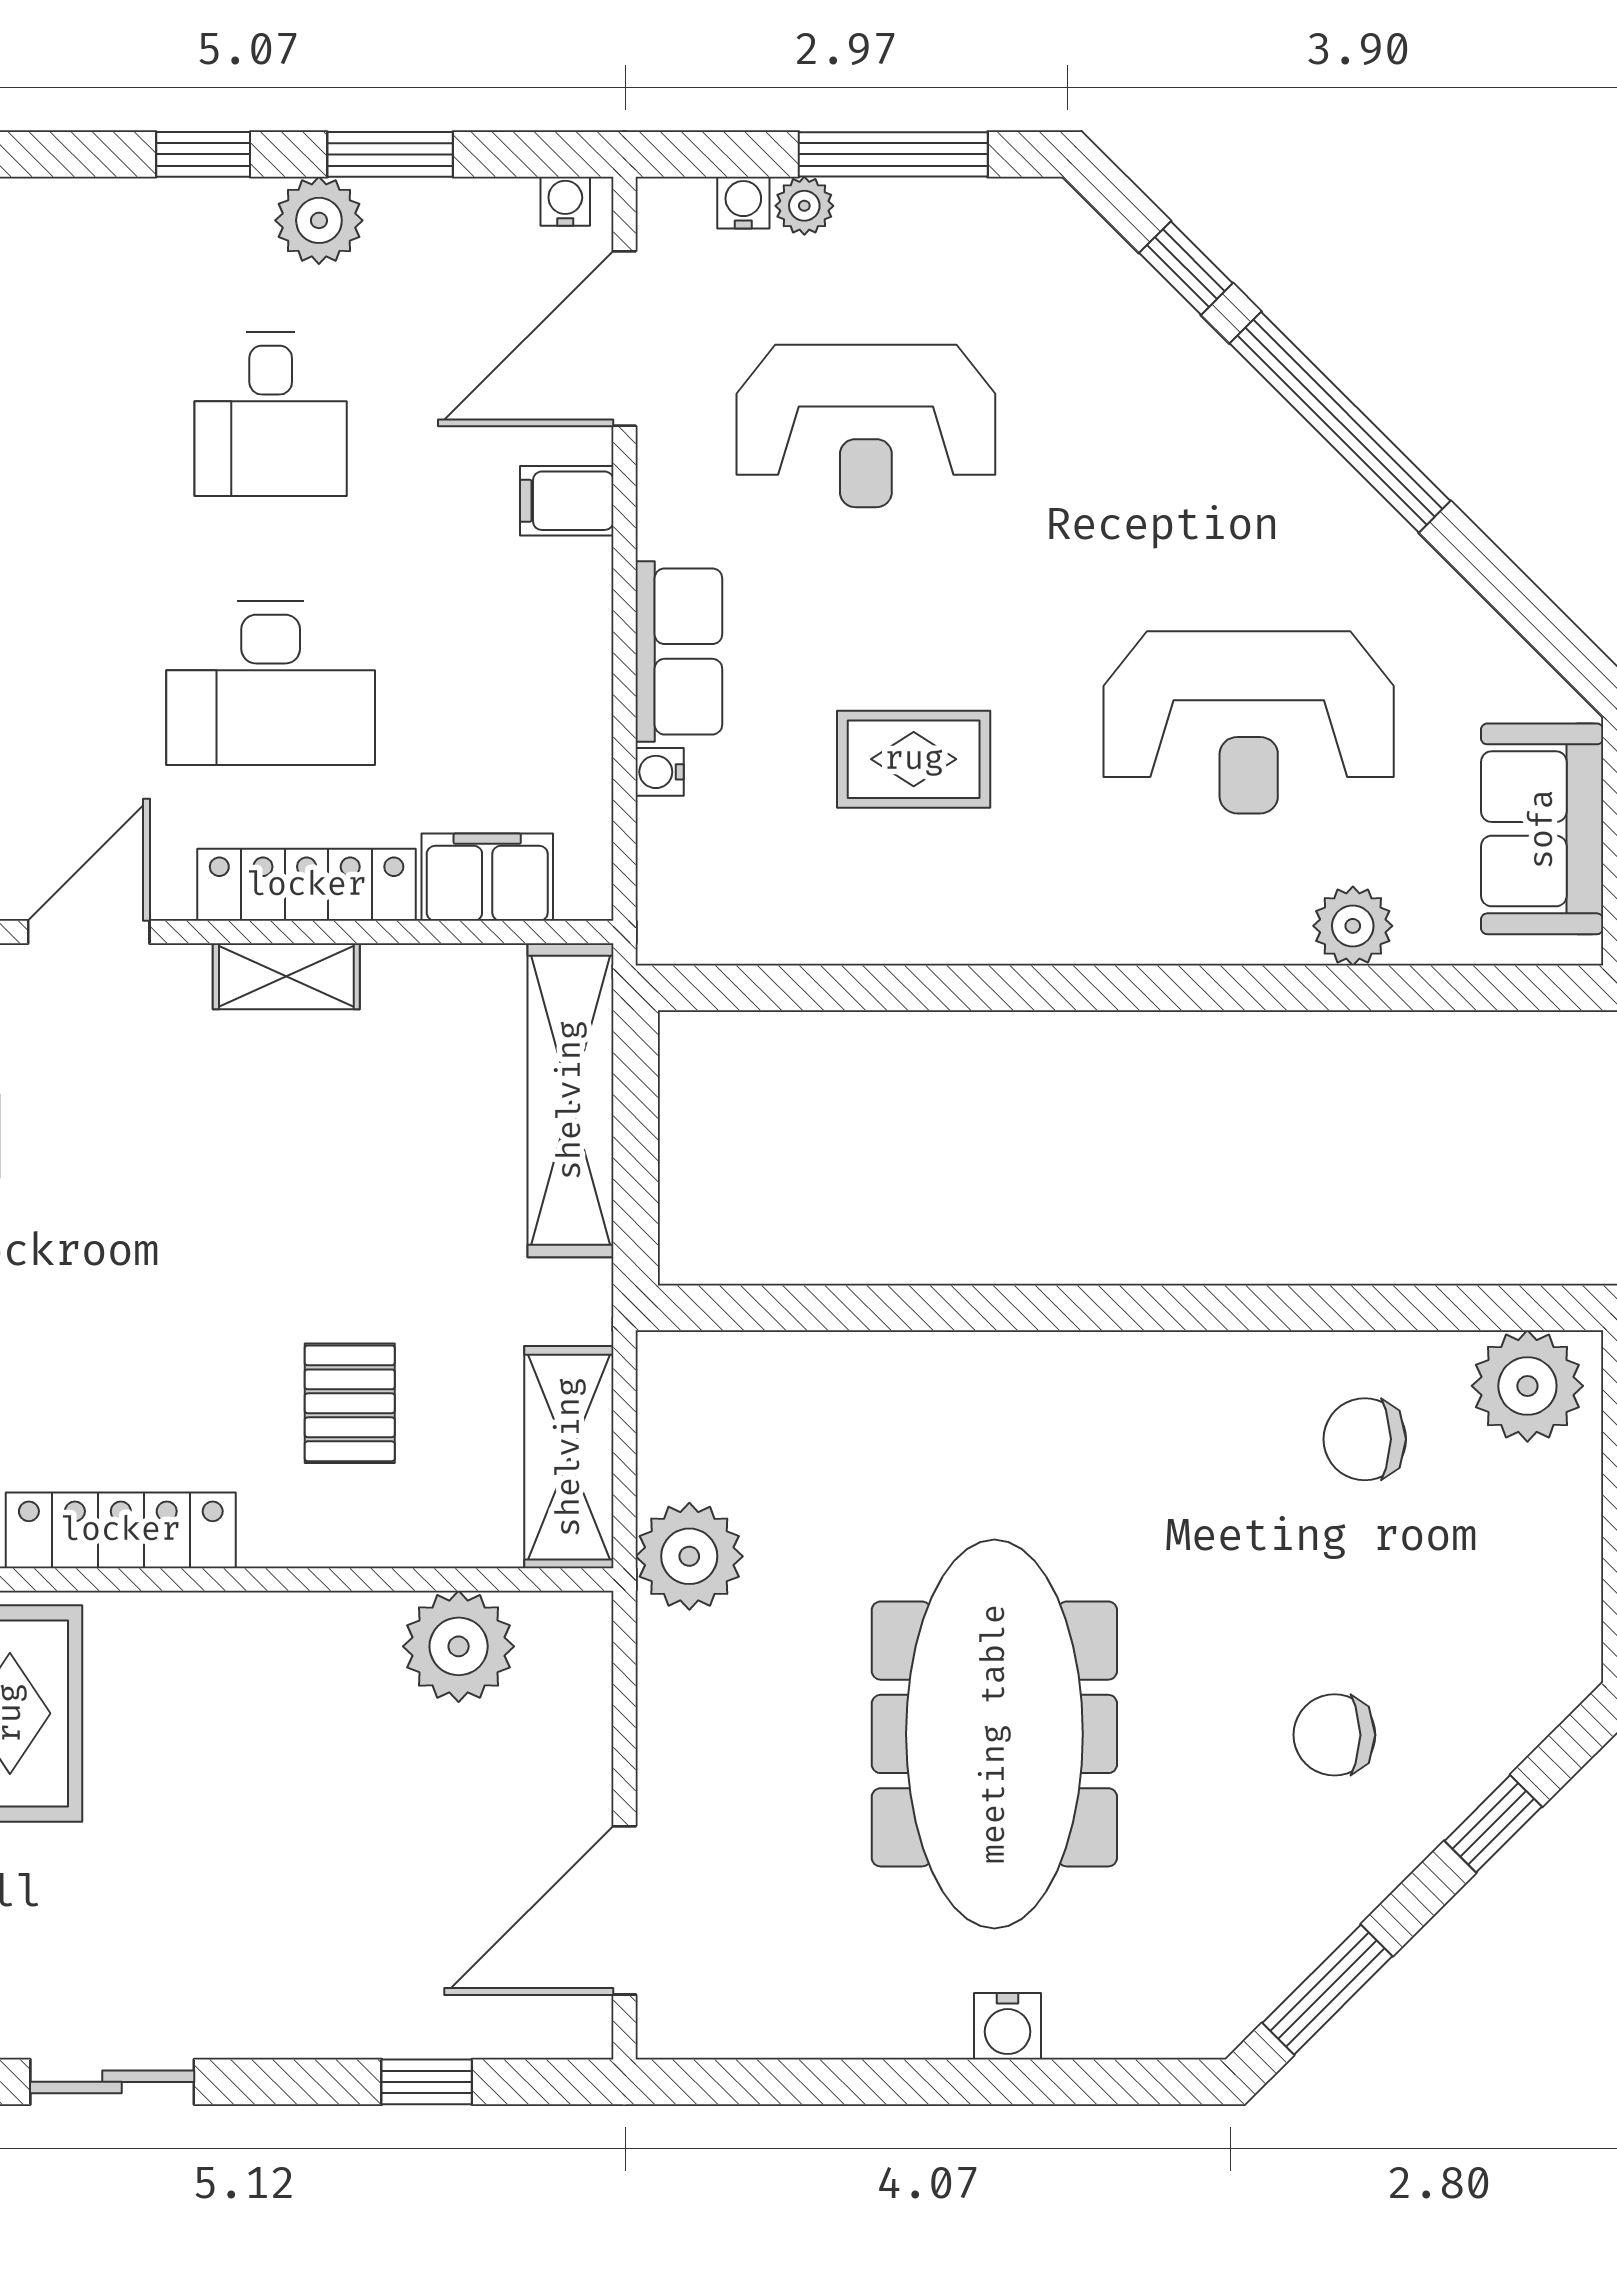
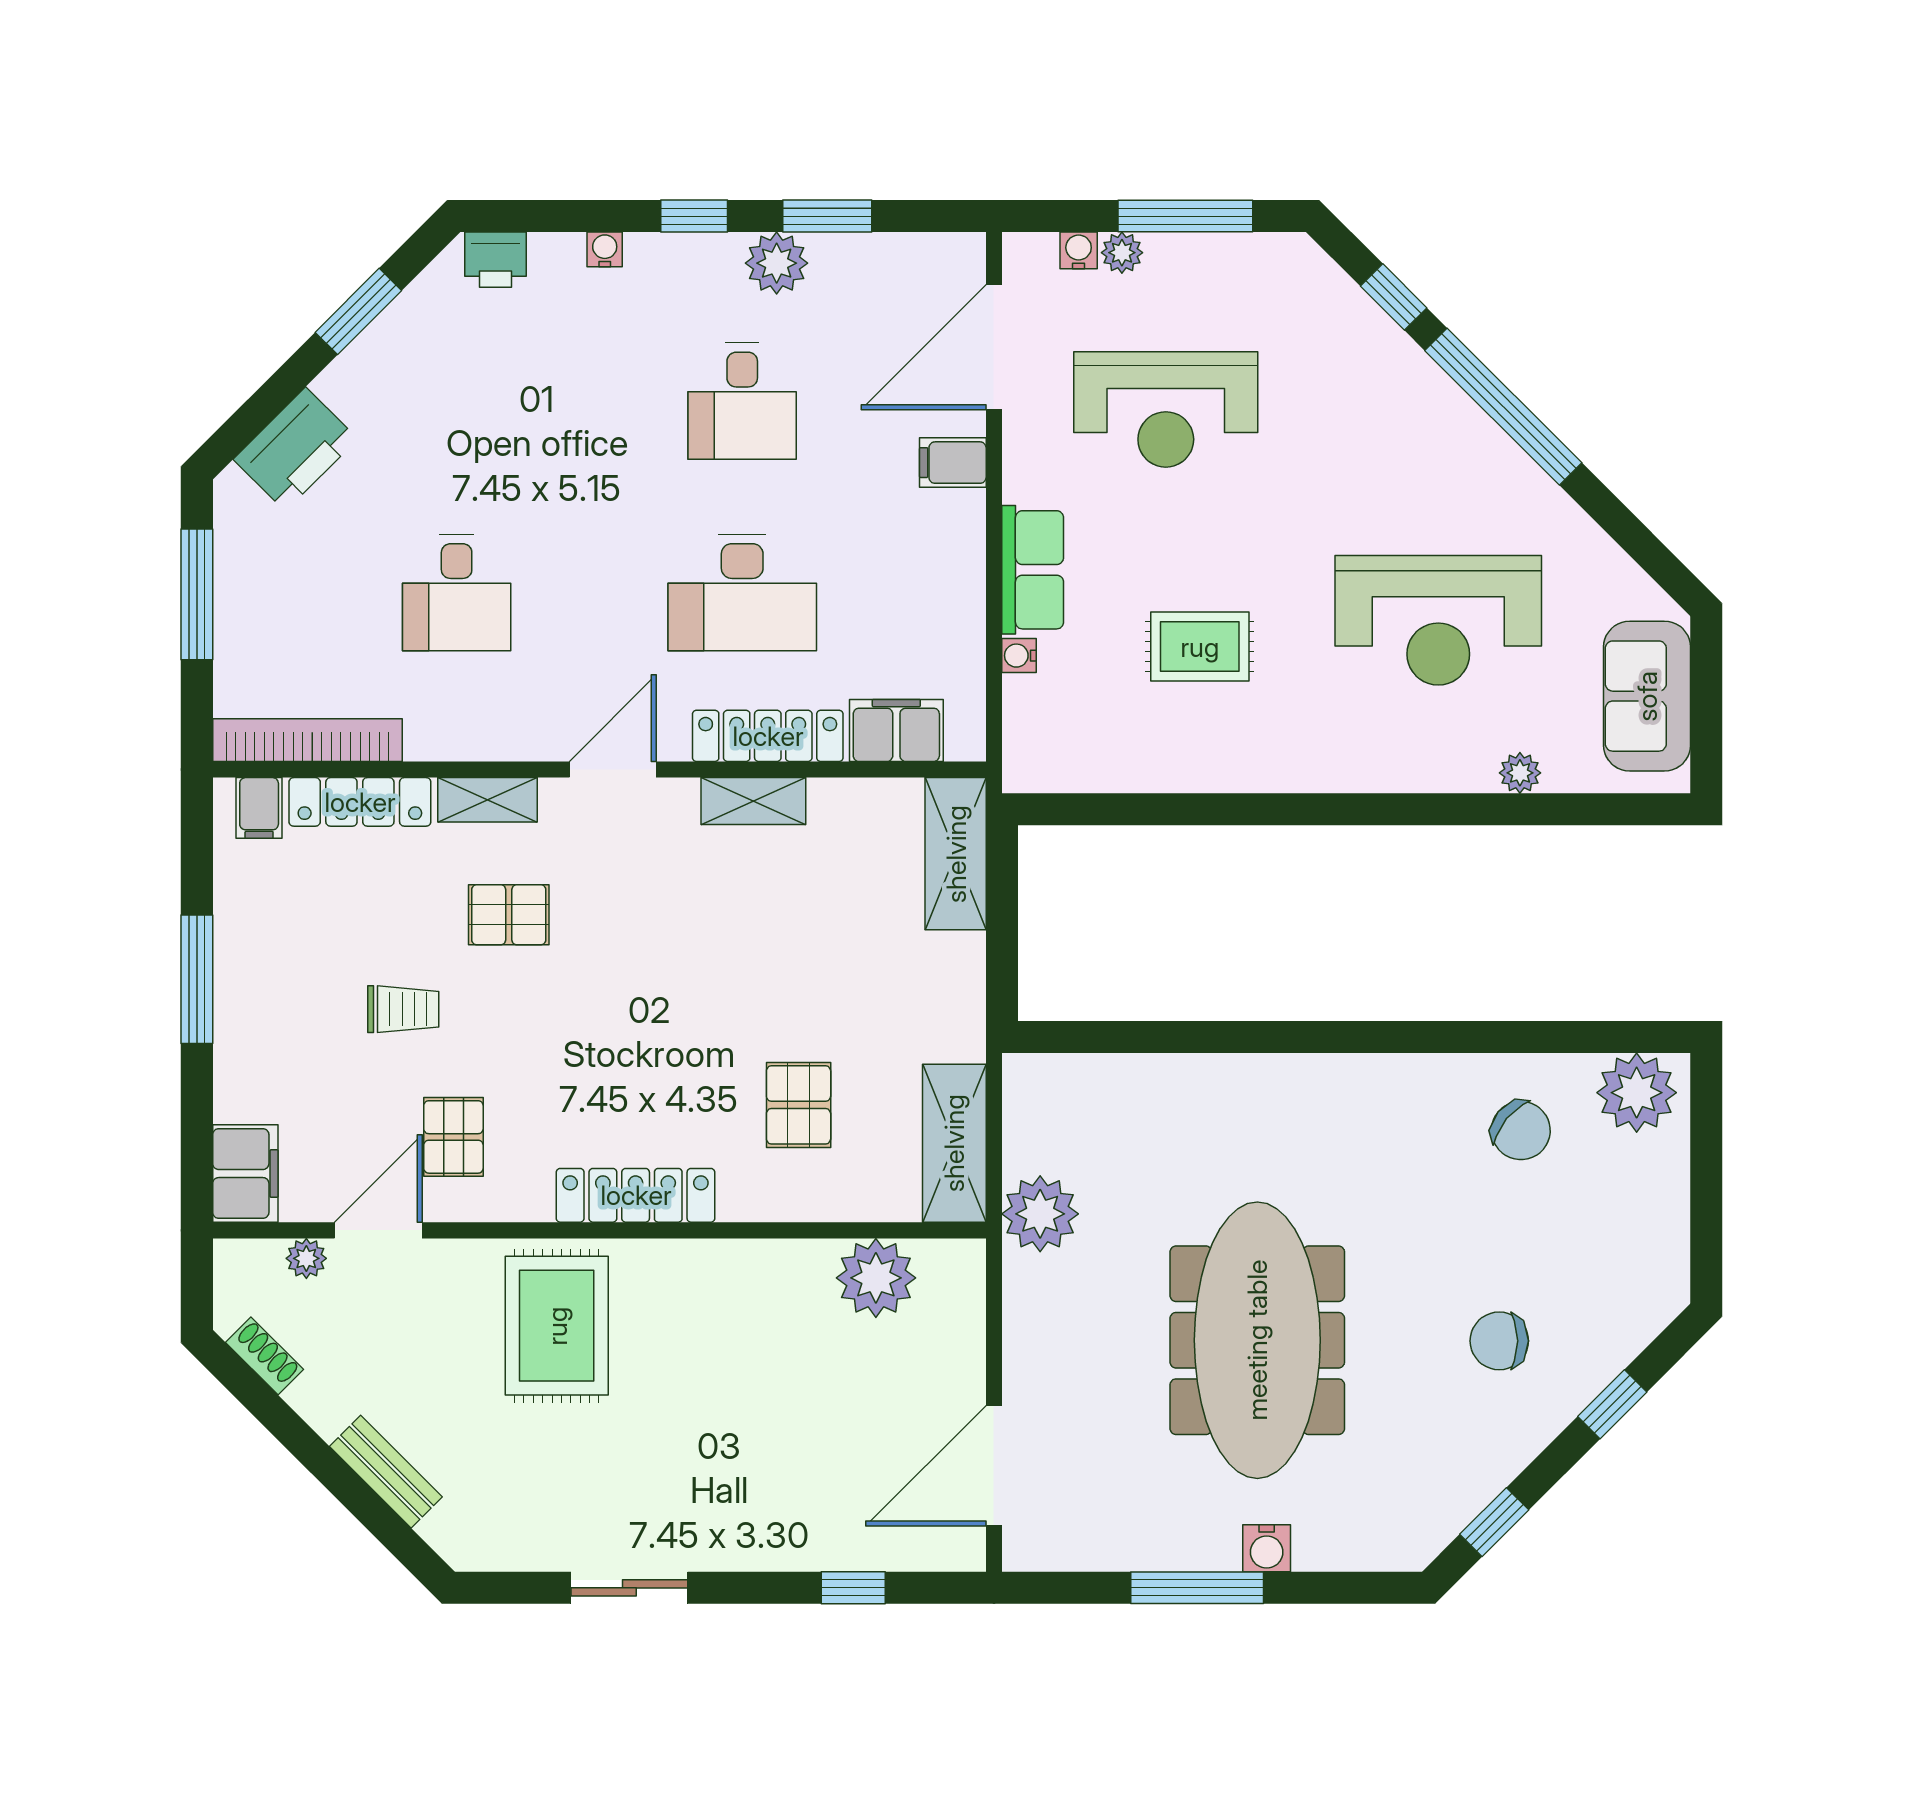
water cooler: (565, 201) -> (605, 249), moved
plant: (1353, 926) -> (1520, 773), width x0.73, depth x0.73
shelving: (570, 1100) -> (956, 854), width x0.68
chair: (1365, 1439) -> (1521, 1130), turned -140
window: (1327, 1990) -> (1494, 1522), width x0.67
window: (910, 2082) -> (1197, 1588), added

